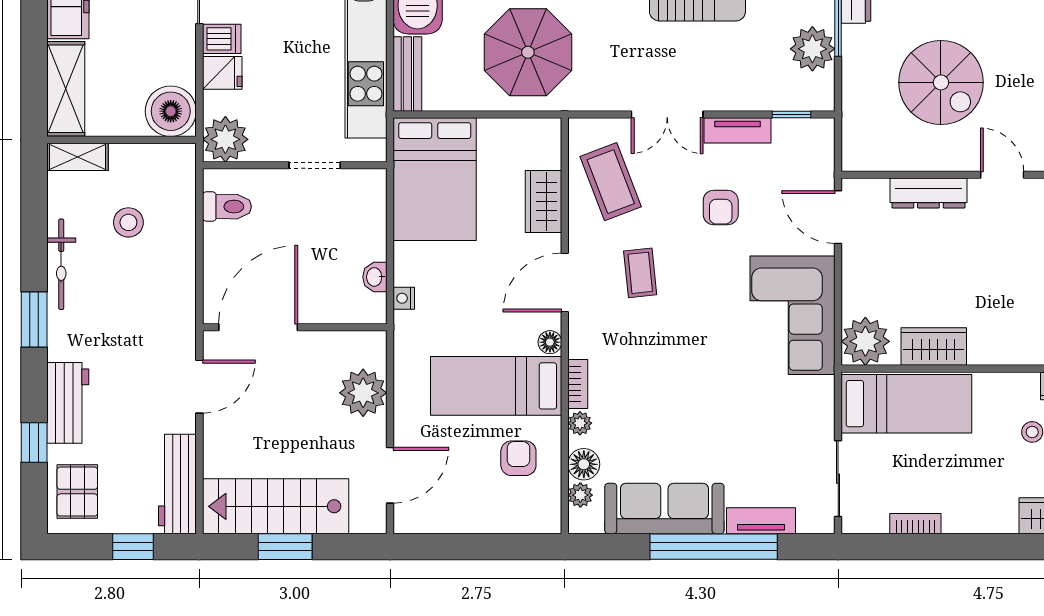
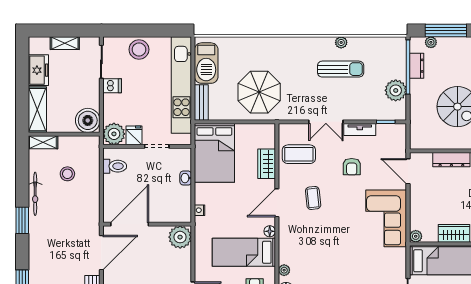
fridge: (222, 73) -> (134, 135), moved, turned -90
coffee table: (611, 182) -> (299, 154), turned -69
washbasin: (375, 277) -> (186, 178), moved
plant: (865, 341) -> (416, 236), width x0.53, depth x0.53
bookcase: (578, 384) -> (283, 251), removed
door: (199, 387) -> (101, 253), width x1.36
plant: (363, 393) -> (180, 237), moved
workbench: (68, 403) -> (38, 260), removed

